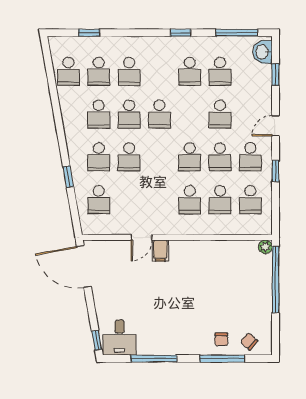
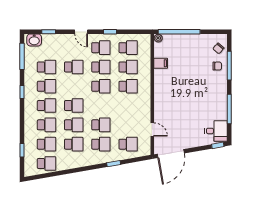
school desk: (159, 71) -> (47, 106), added
door: (141, 237) -> (152, 130), moved
filing cabinet: (160, 251) -> (161, 63), moved

